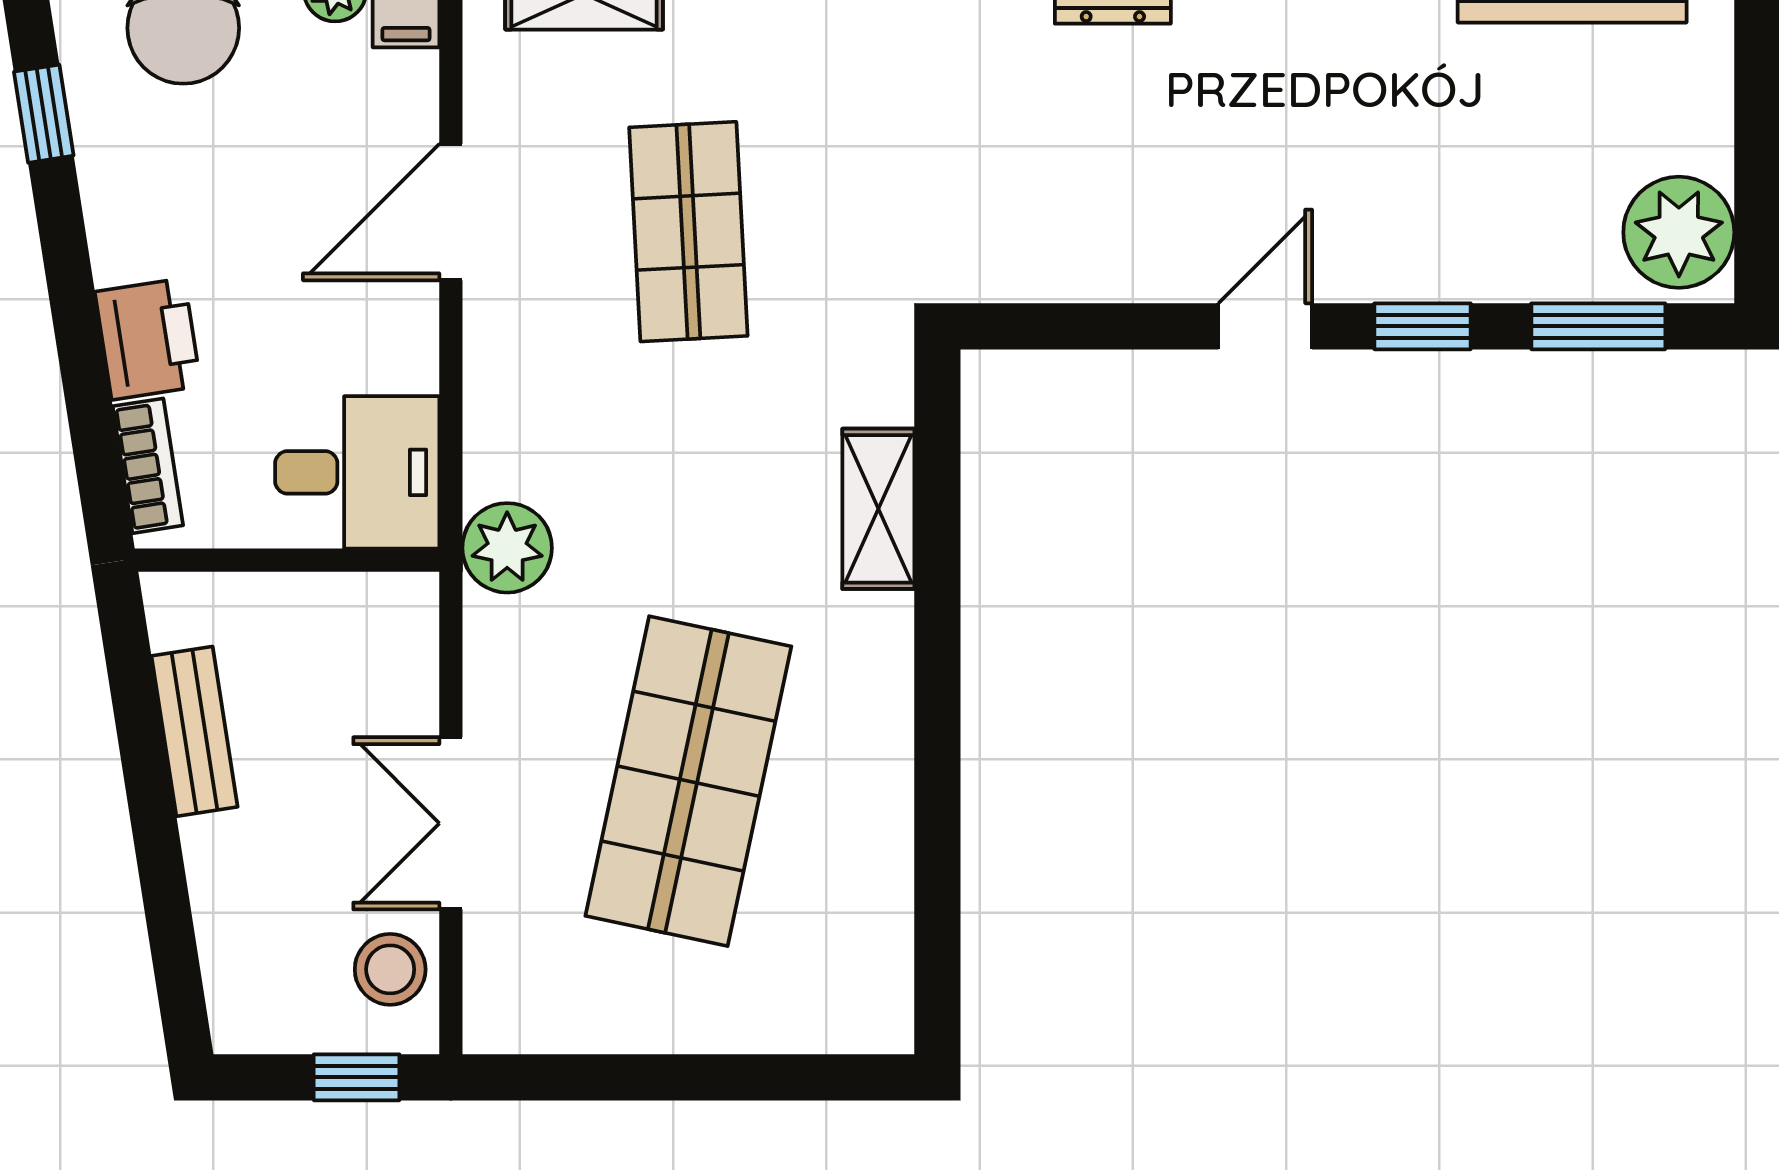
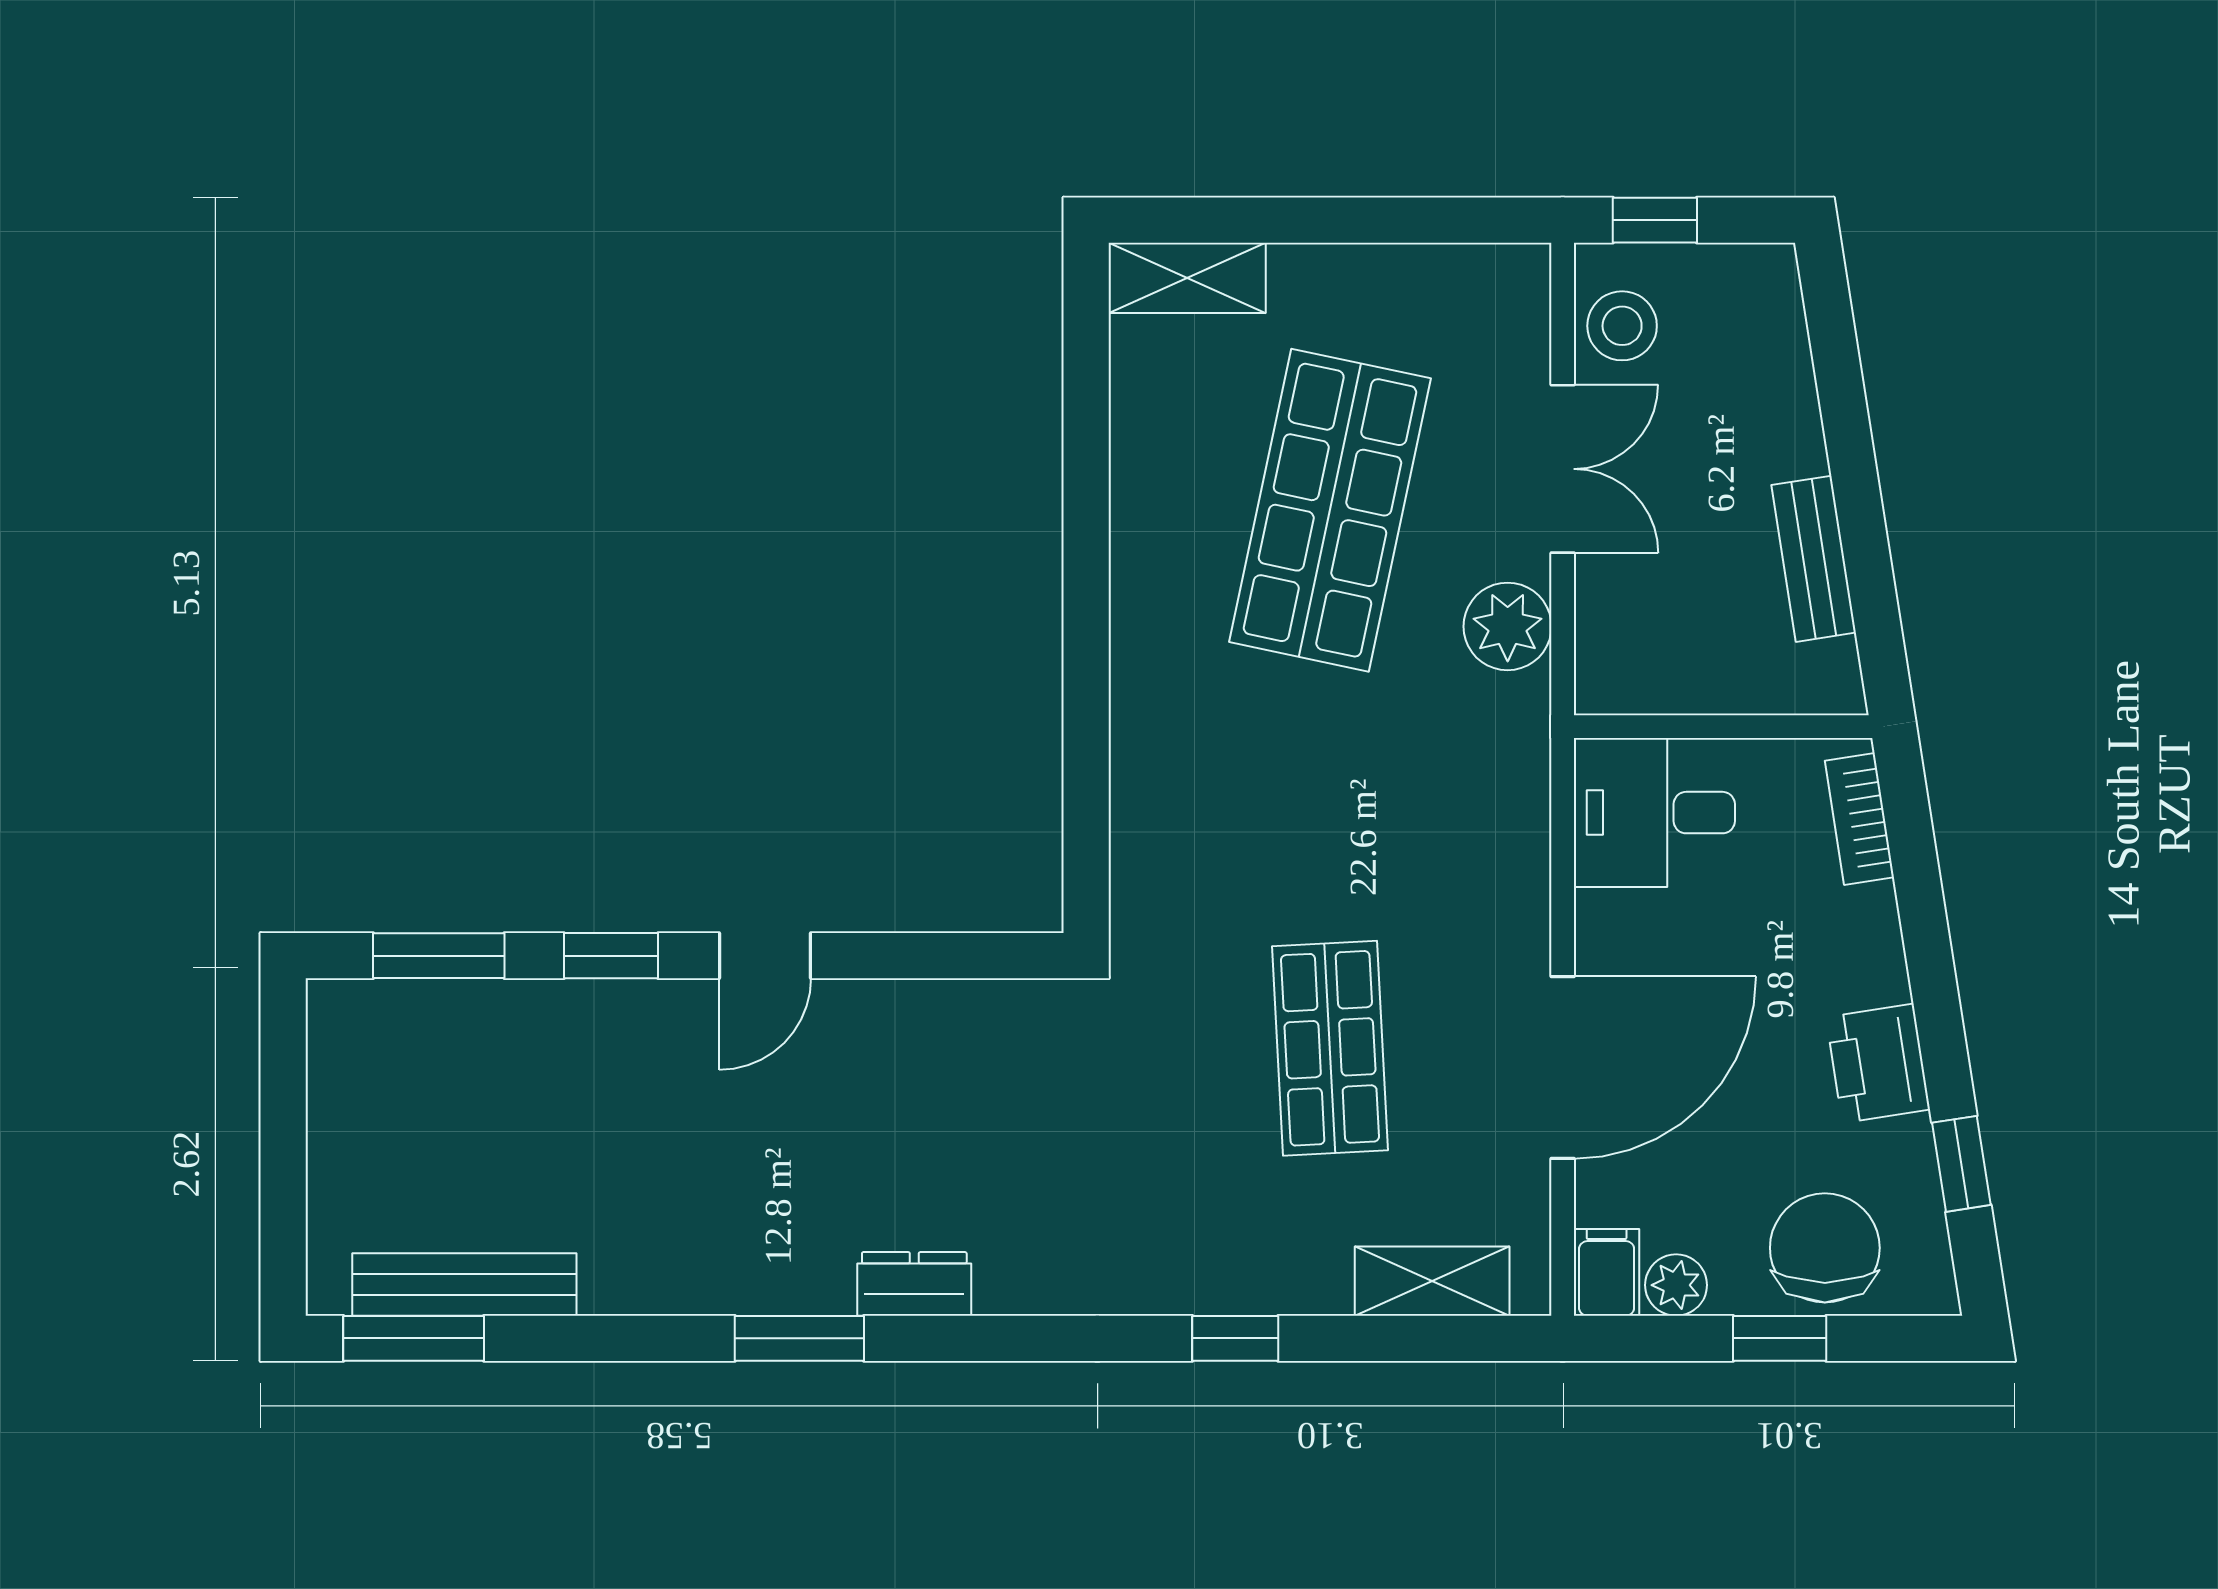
door: (451, 212) -> (1563, 1067), width x1.36
plant: (1679, 232) -> (360, 1048), removed
printer: (148, 339) -> (1878, 1063), moved
shelving: (878, 509) -> (1187, 278), moved, turned 90
plant: (507, 548) -> (1508, 626), moved

